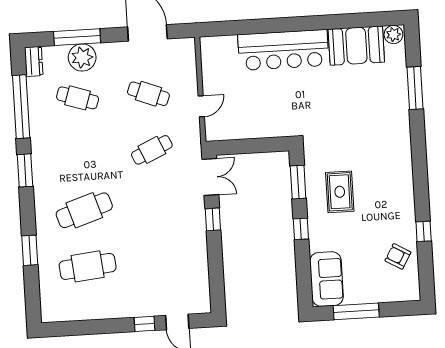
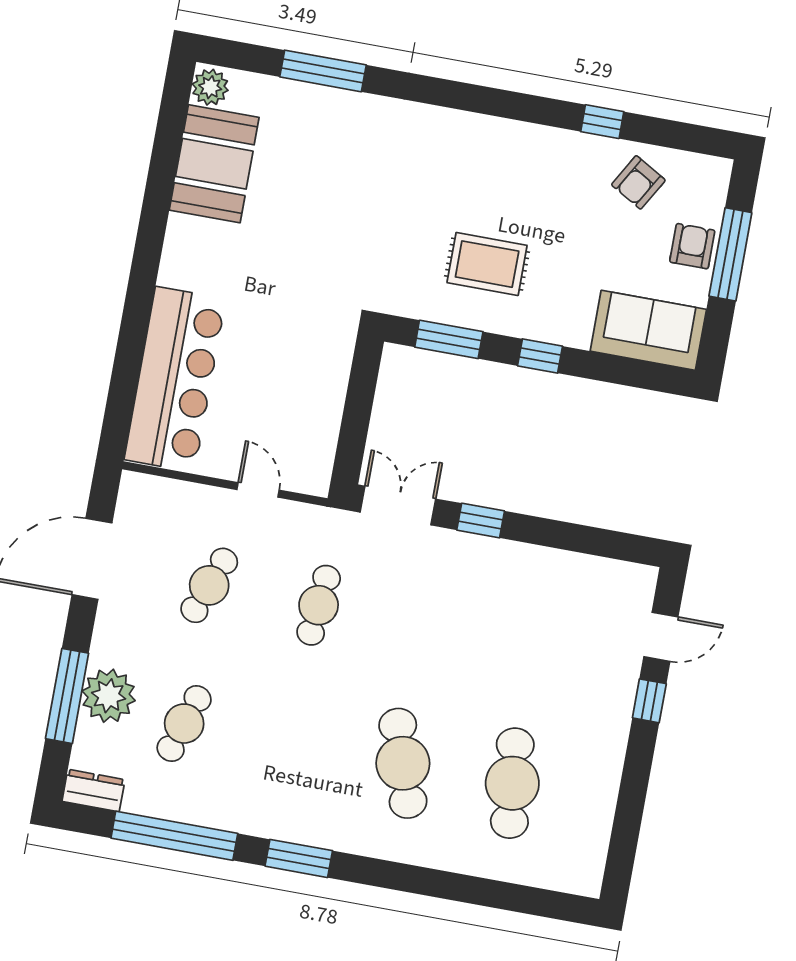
bar counter: (283, 50) -> (175, 379), moved
cafe table: (152, 150) -> (319, 605), turned 30
window: (30, 250) -> (454, 887), removed
armchair: (373, 291) -> (692, 246), added
window: (356, 311) -> (730, 254), moved

